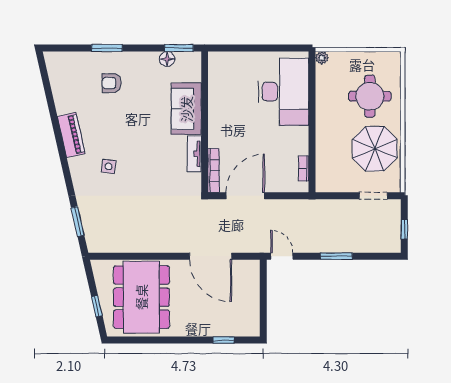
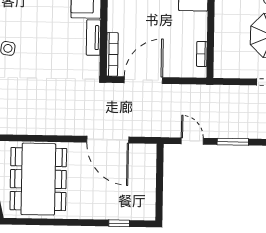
door: (282, 256) -> (192, 141), moved

